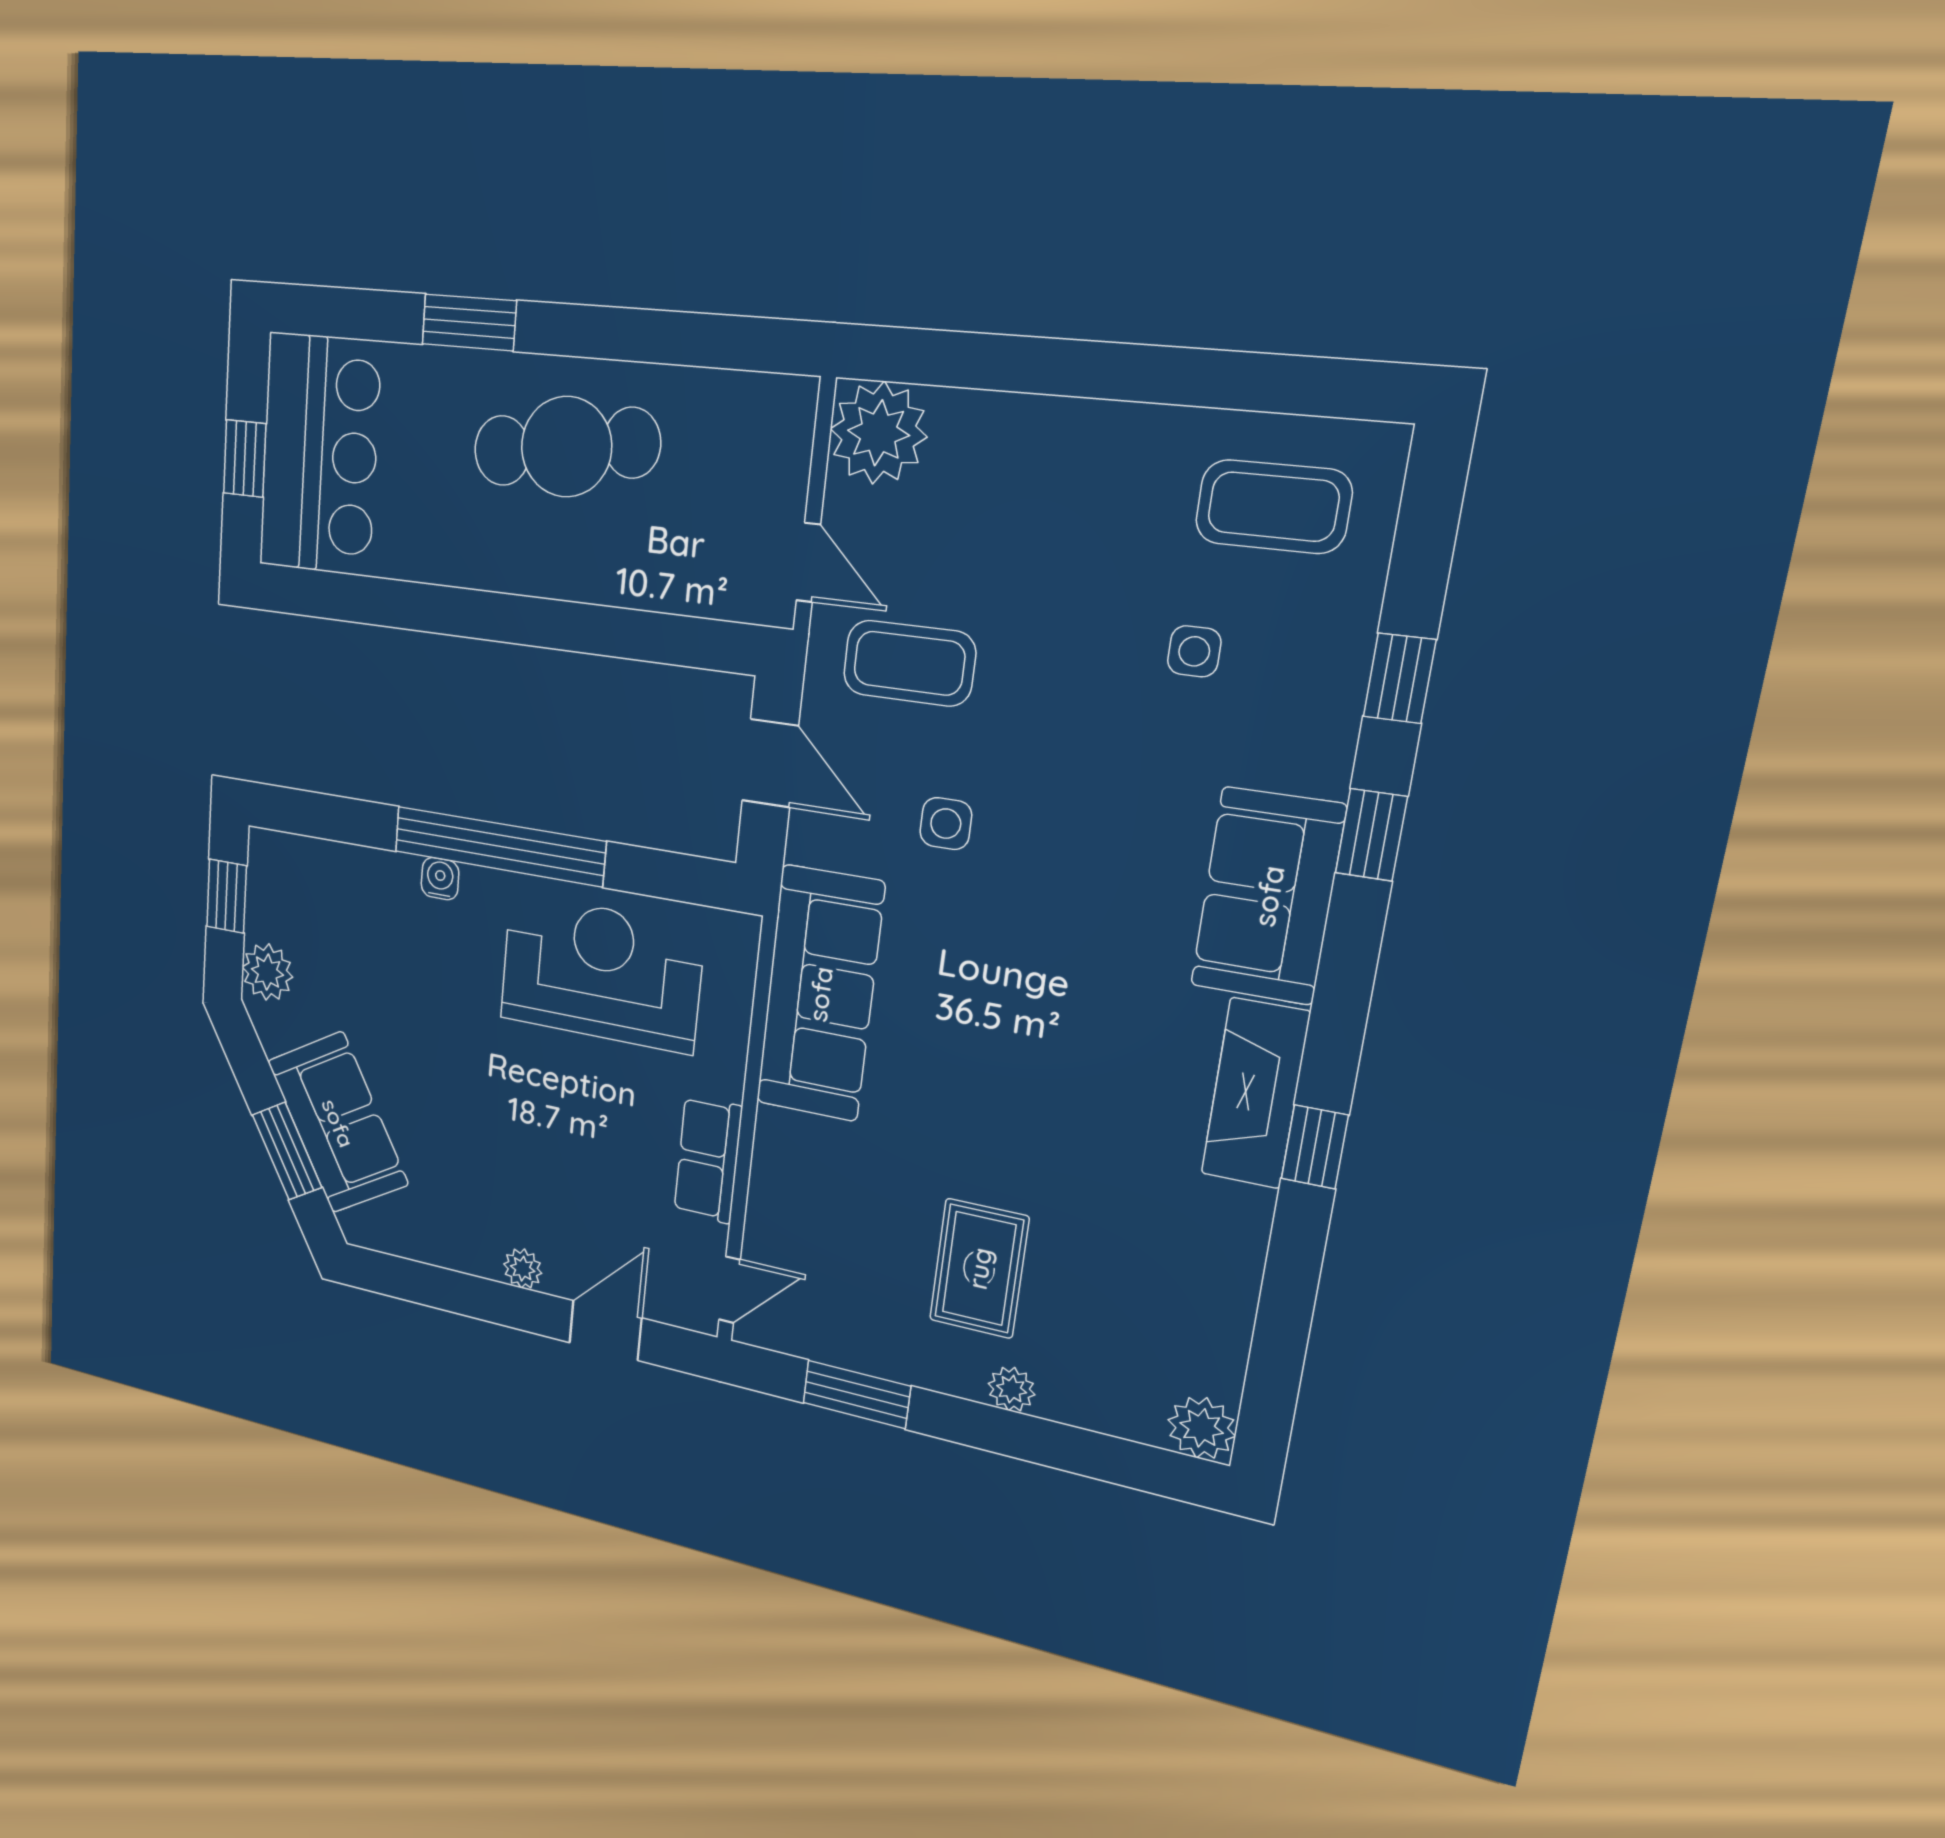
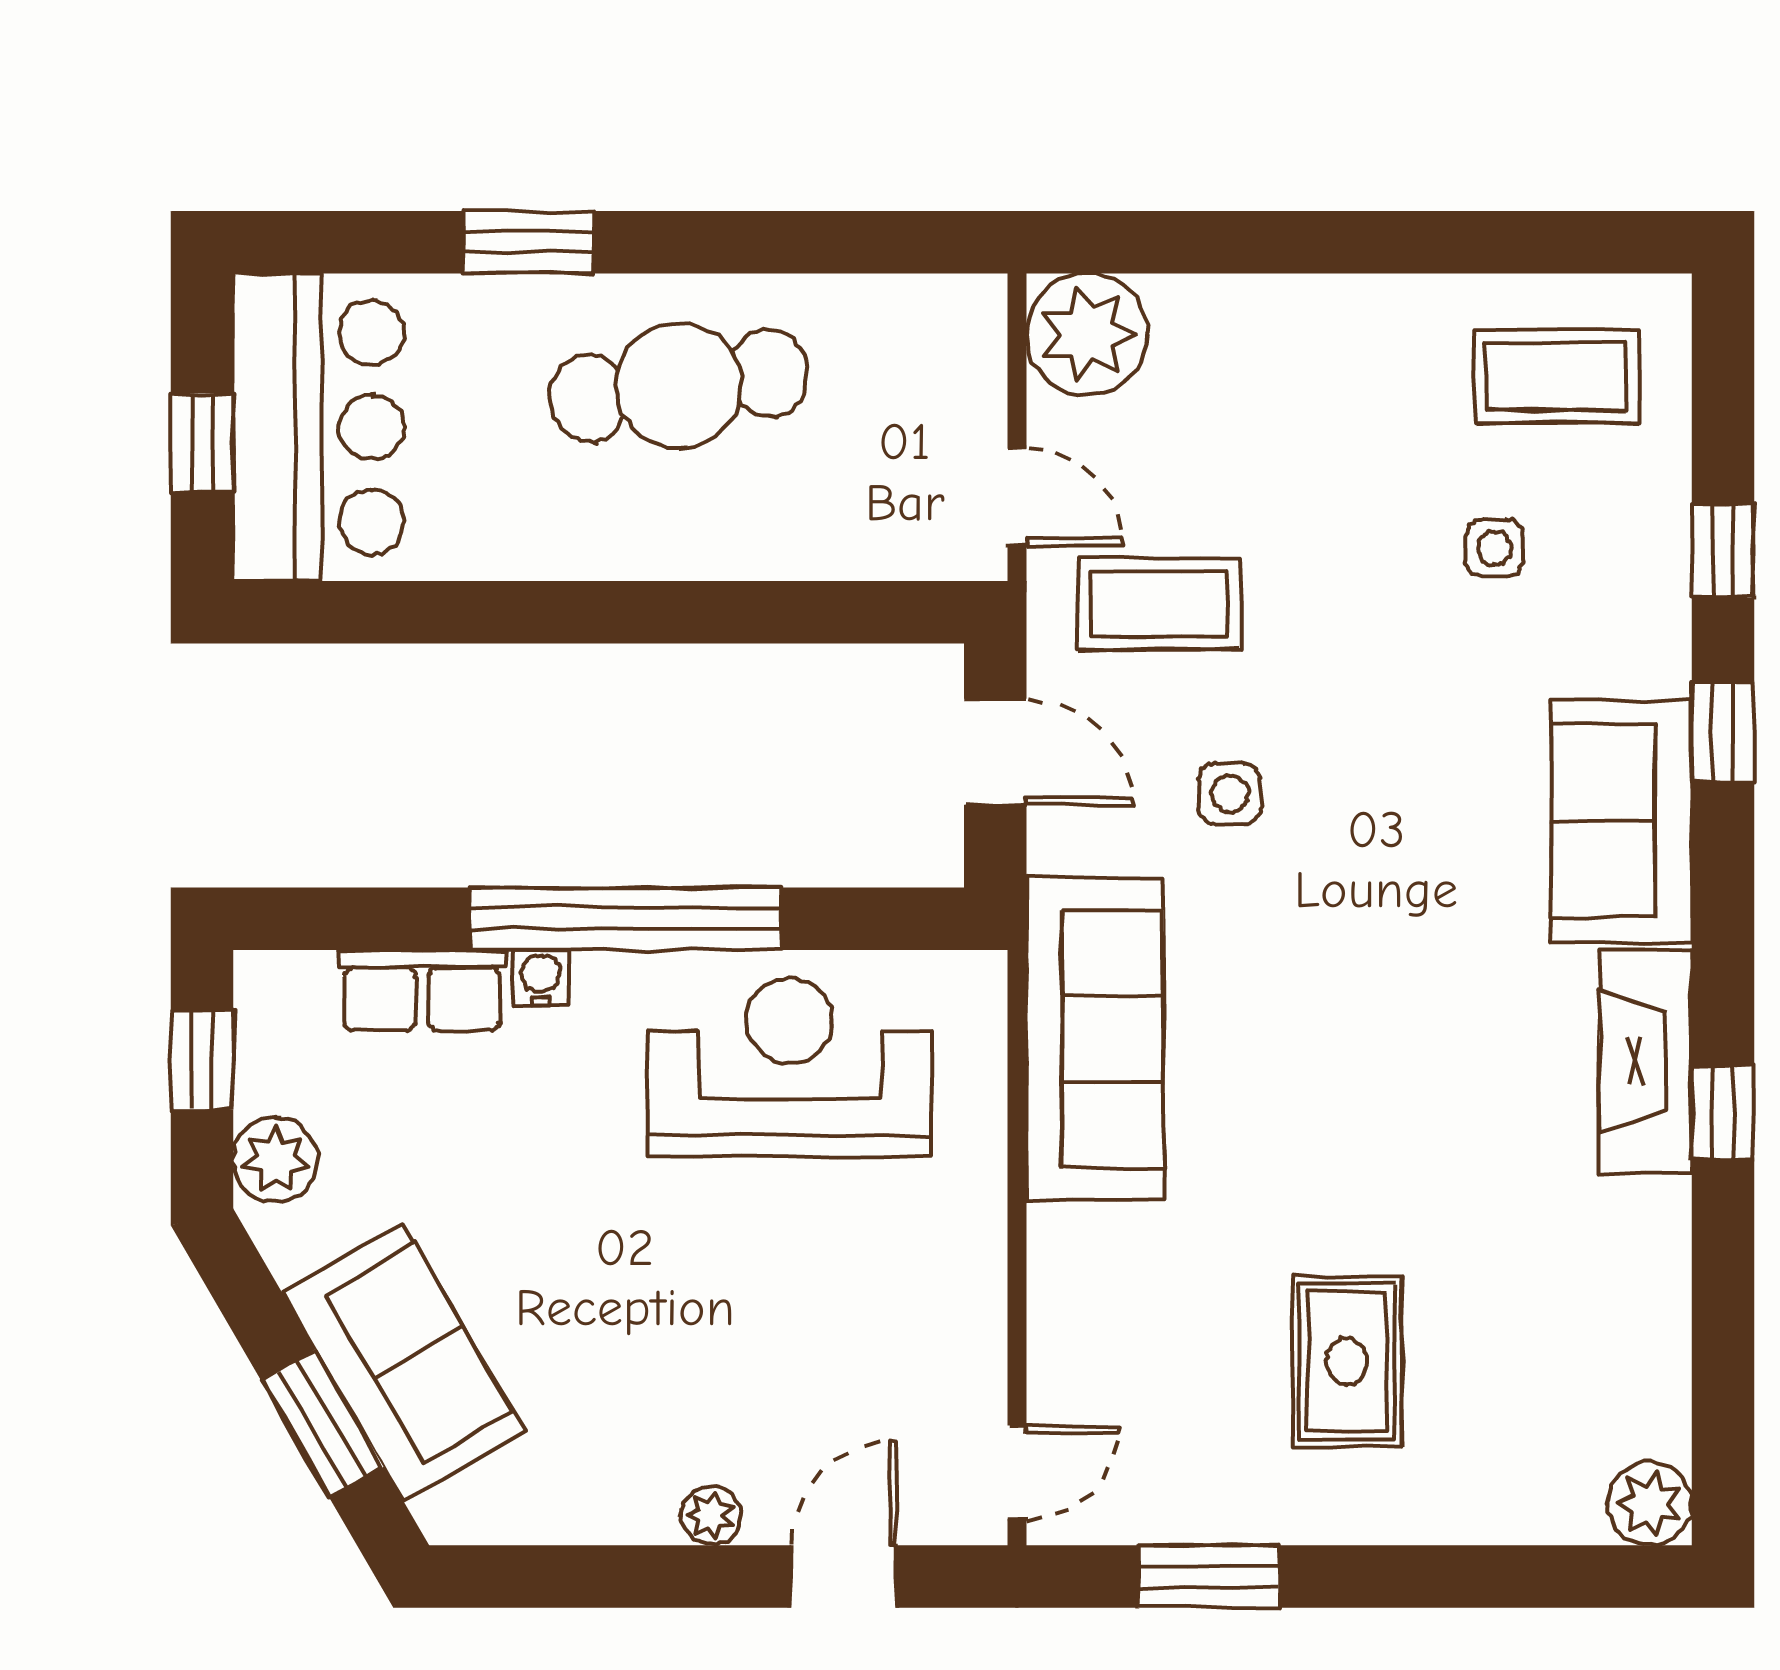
row of seats: (708, 1160) -> (422, 990), moved, turned -90
plant: (1011, 1389) -> (1410, 1515), removed

